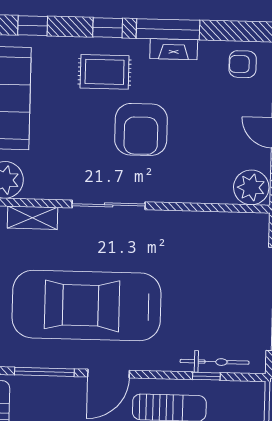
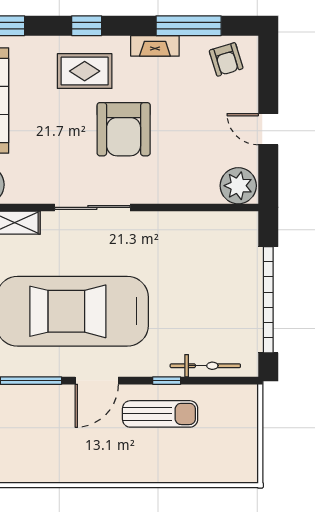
window: (168, 29) -> (189, 26), moved
armchair: (243, 64) -> (226, 59), turned -107
window: (206, 376) -> (167, 381), moved

